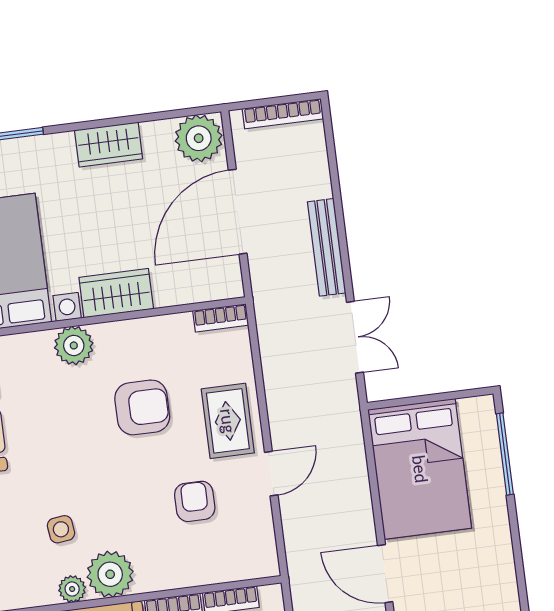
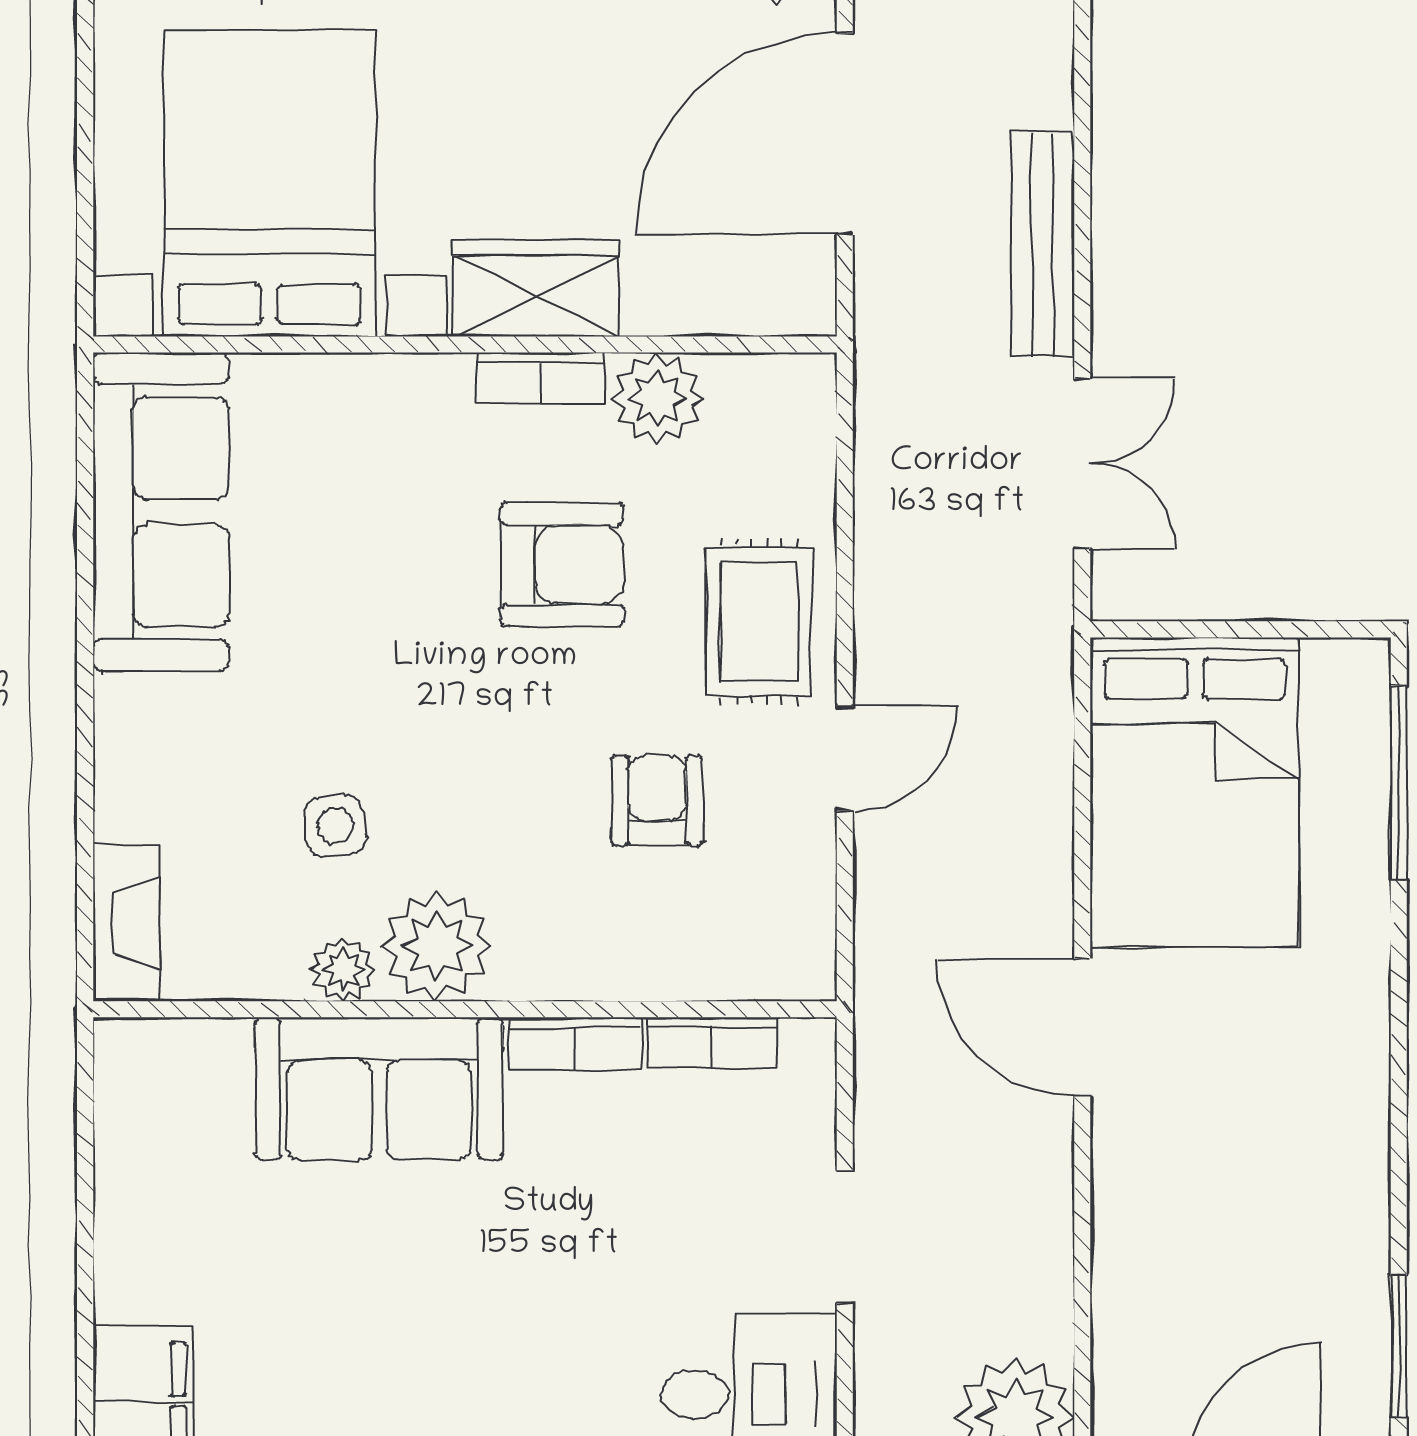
bookcase: (221, 318) -> (541, 378), moved
plant: (74, 345) -> (657, 398), moved

